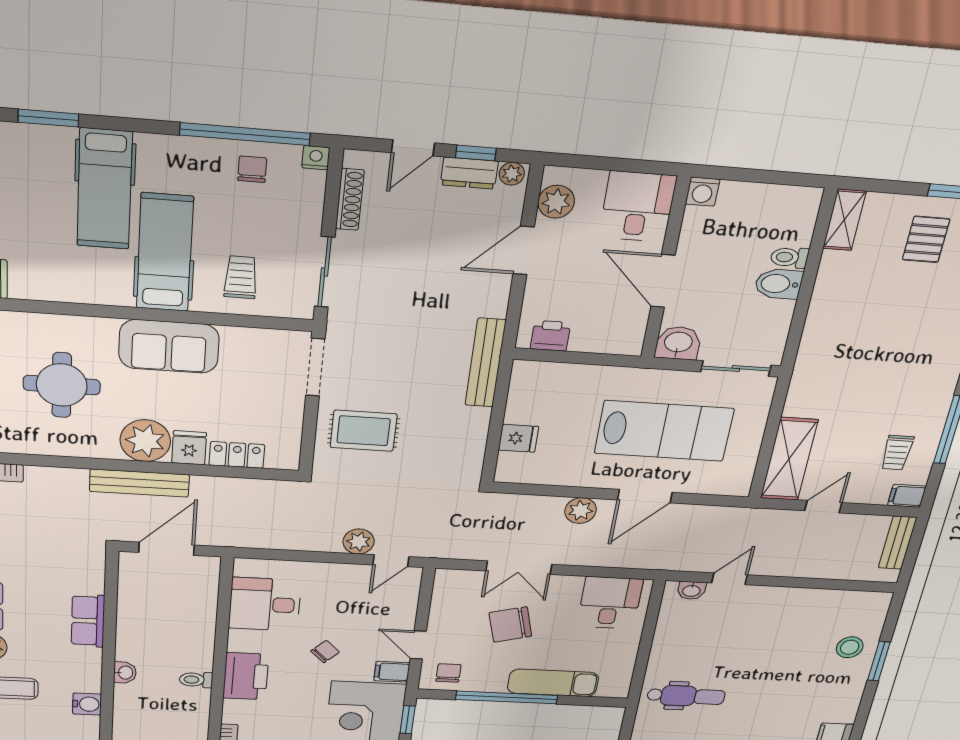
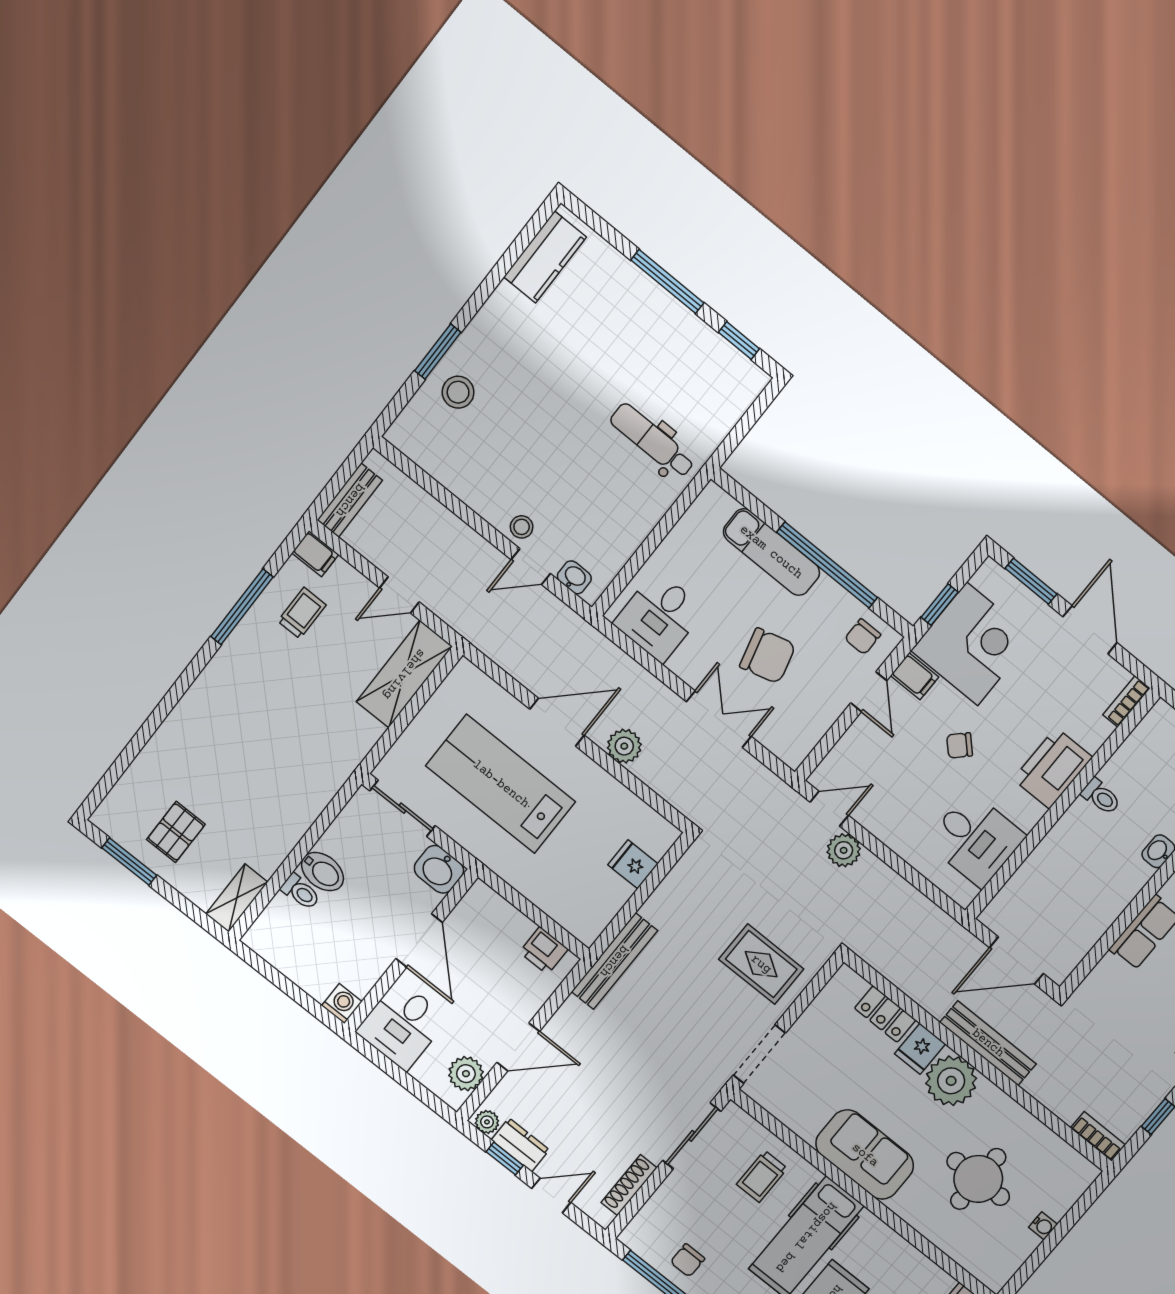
nightstand: (316, 158) -> (632, 1237), removed
stool: (752, 598) -> (522, 527), added

